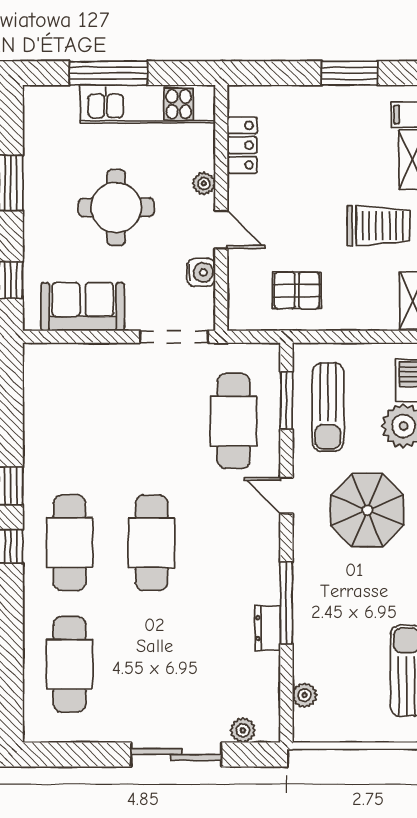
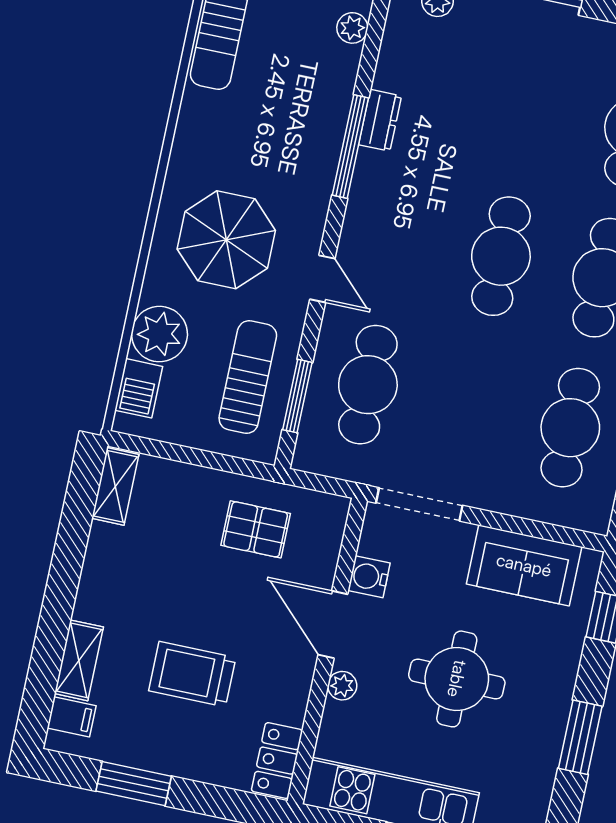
locker: (242, 145) -> (277, 761), moved
trolley: (378, 226) -> (192, 674), moved
door: (221, 229) -> (333, 625), width x1.38
cafe table: (70, 421) -> (570, 428), added

